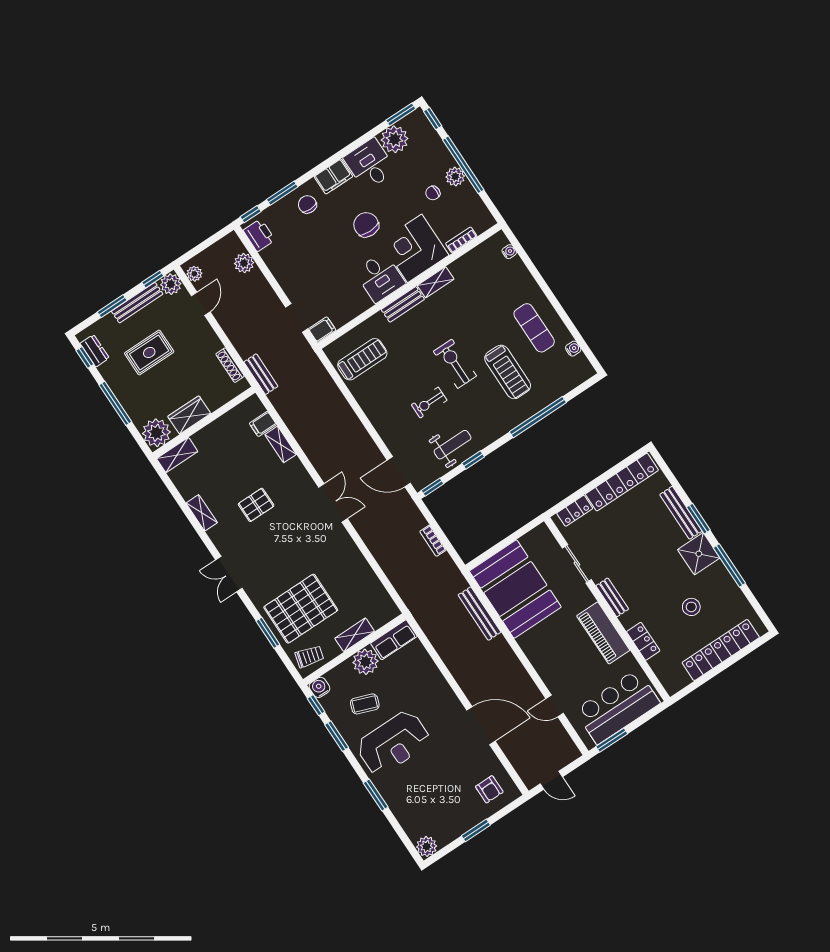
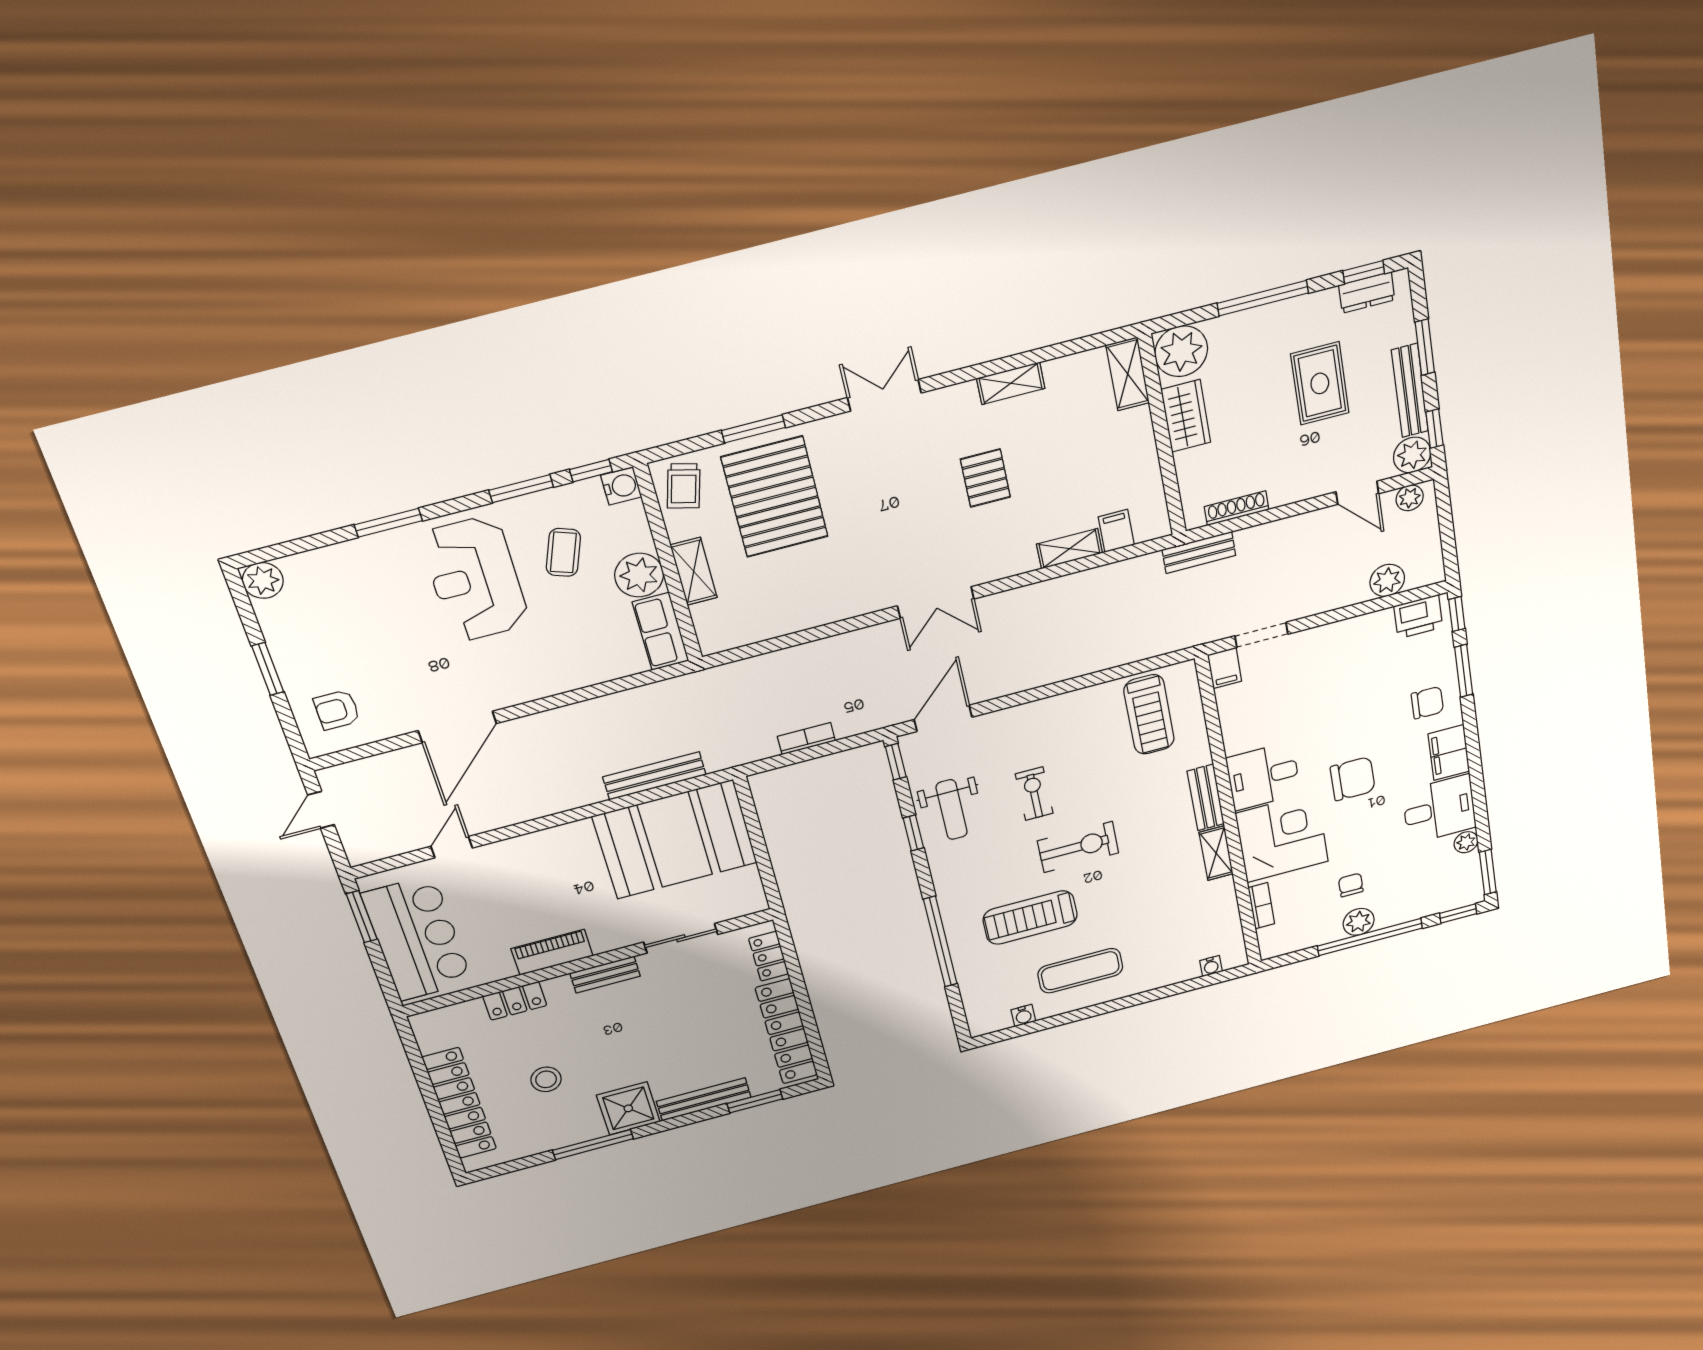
plant: (395, 139) -> (1466, 842), width x0.53, depth x0.53
window: (698, 519) -> (755, 1101), moved
piano: (603, 633) -> (552, 952), width x0.73, depth x0.75

